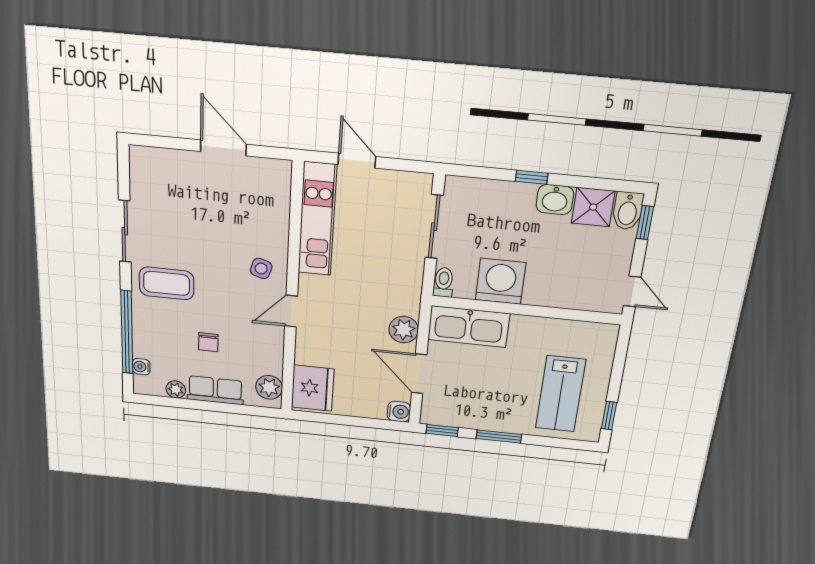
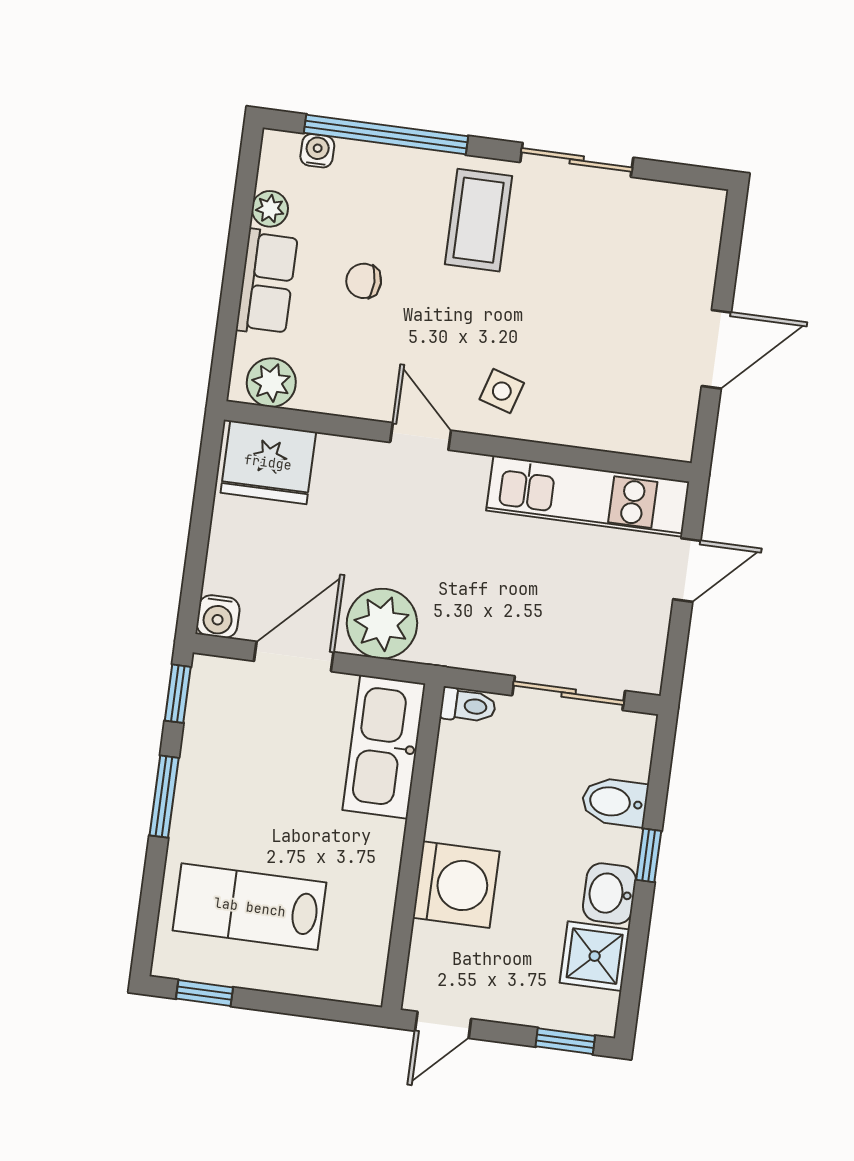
bidet: (628, 211) -> (614, 802), moved
washing machine: (501, 281) -> (456, 885), moved
plant: (404, 330) -> (382, 624), width x1.36, depth x1.36

